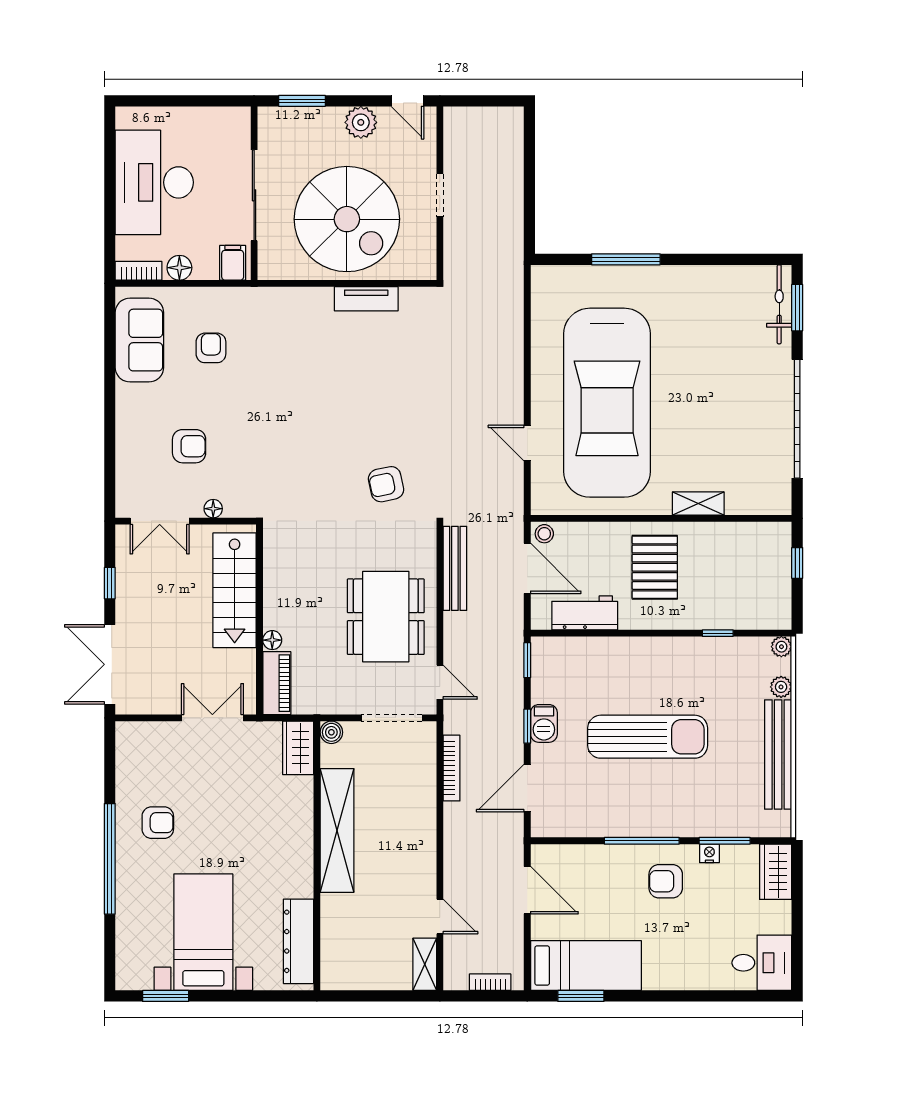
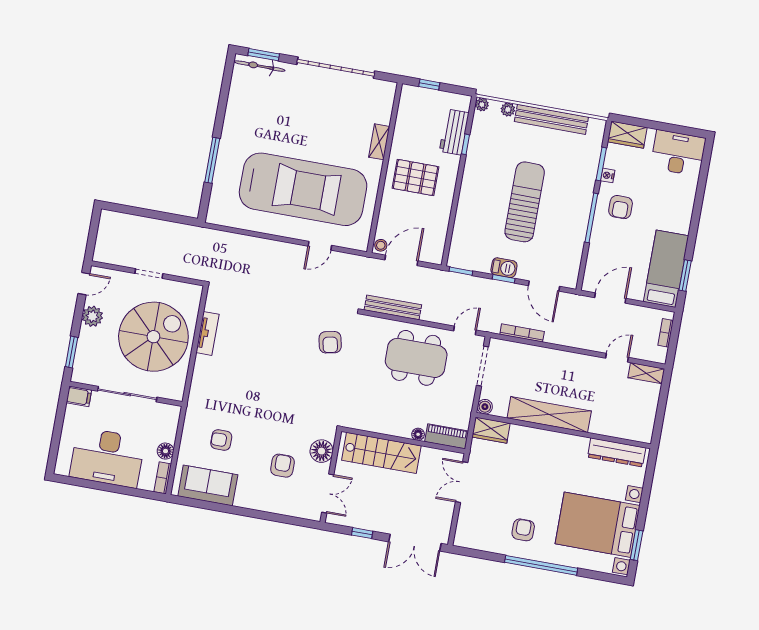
filing cabinet: (233, 263) -> (79, 396), moved, turned 180
floor lamp: (213, 509) -> (322, 451), width x1.89, depth x1.89
workbench: (585, 613) -> (454, 132), moved
bed with nightstands: (203, 932) -> (598, 525), width x1.36
desk: (762, 963) -> (678, 153), width x1.37

